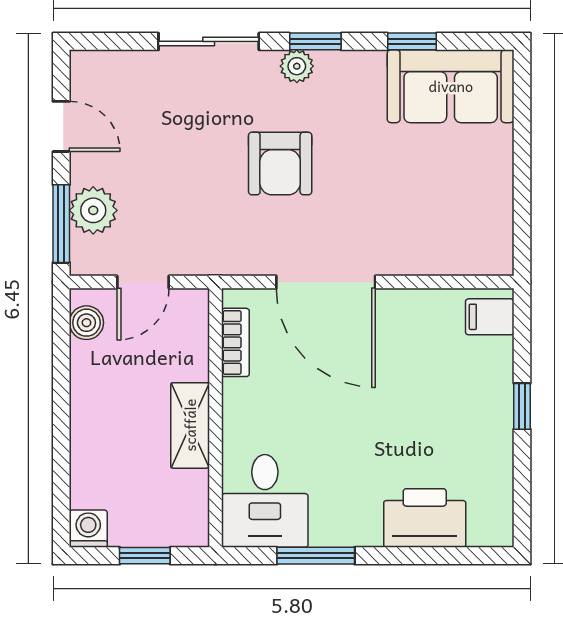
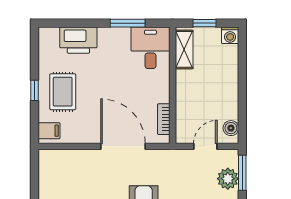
rug: (460, 403) -> (63, 92), added
shelving: (190, 425) -> (184, 49), moved

